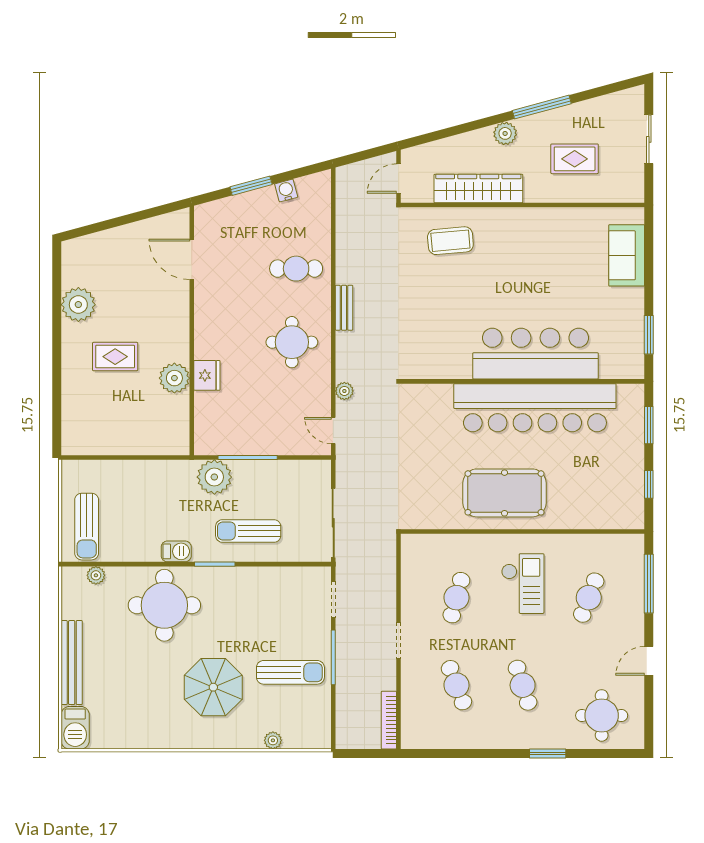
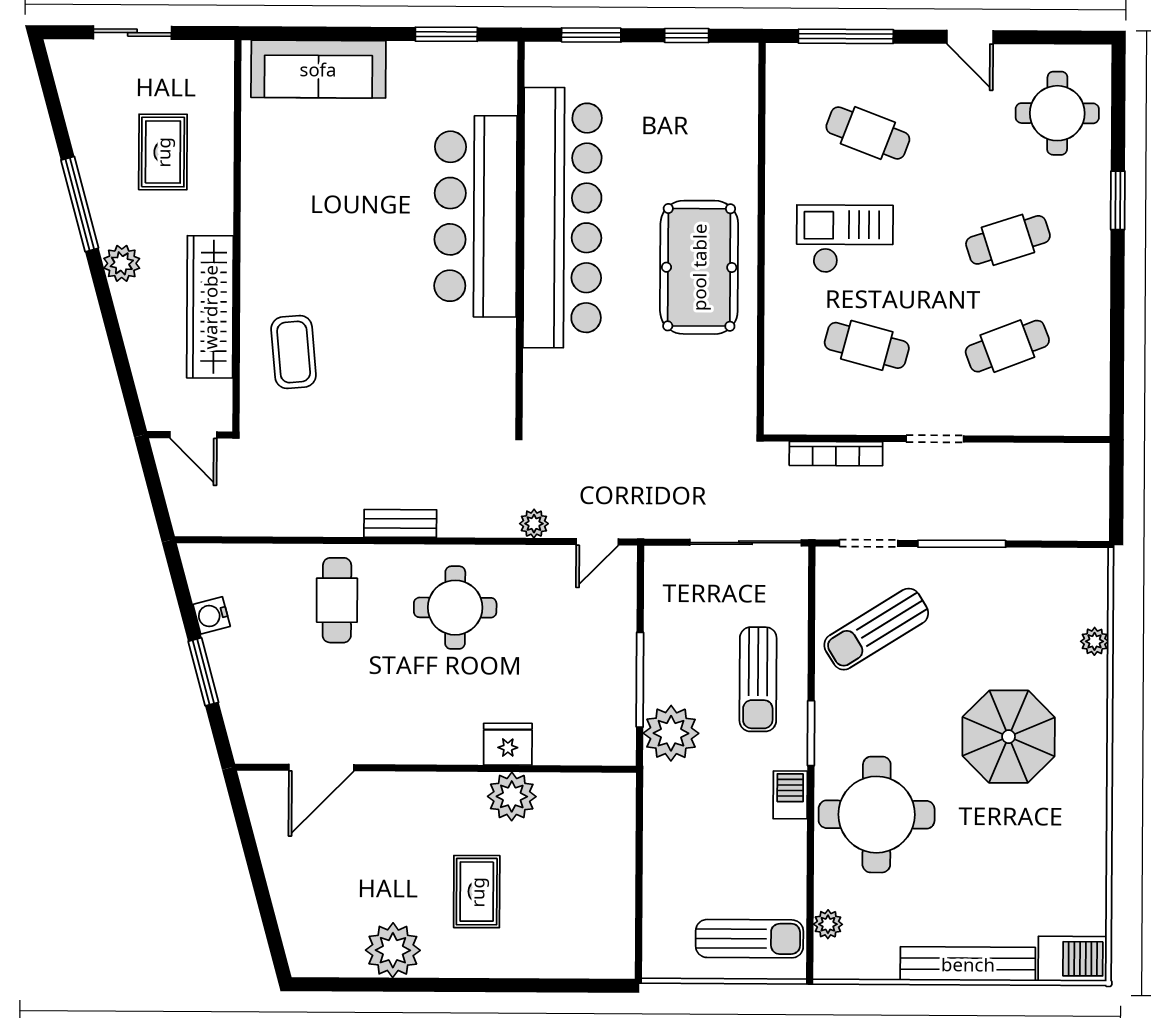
sofa: (627, 255) -> (318, 69), width x1.36
sun lounger: (290, 672) -> (876, 629), moved, turned -122
bookcase: (389, 720) -> (836, 454), moved

